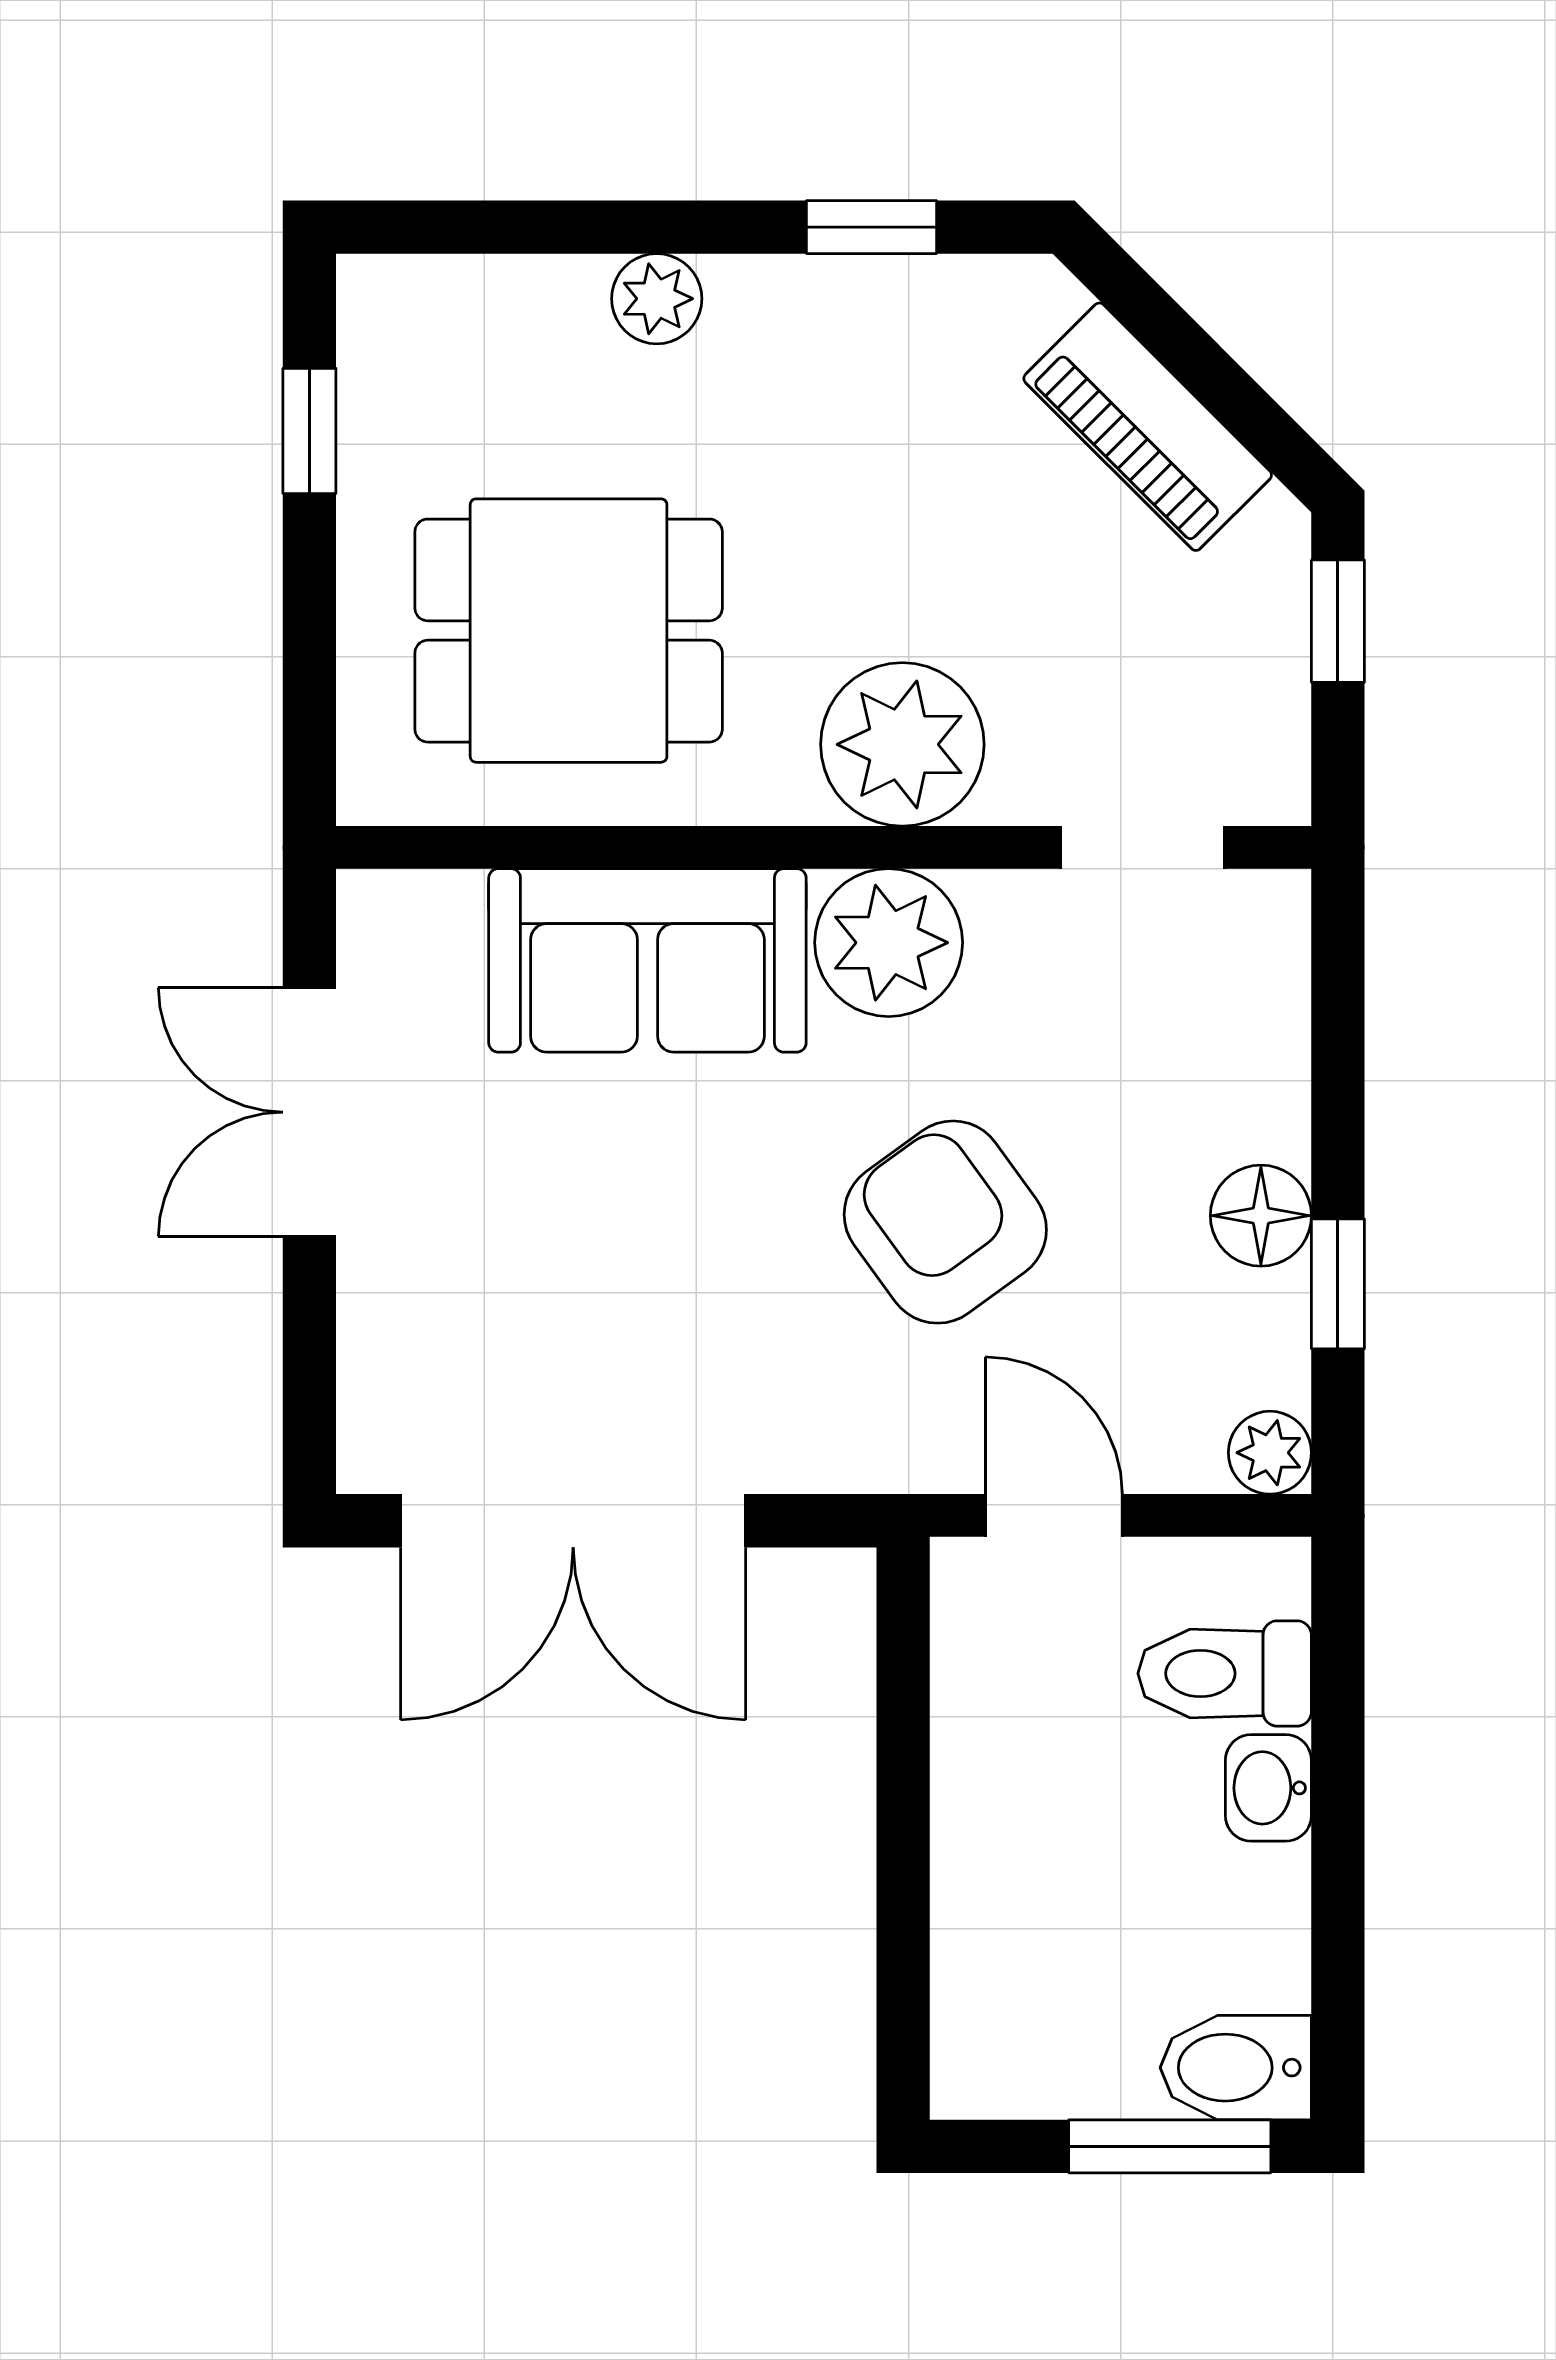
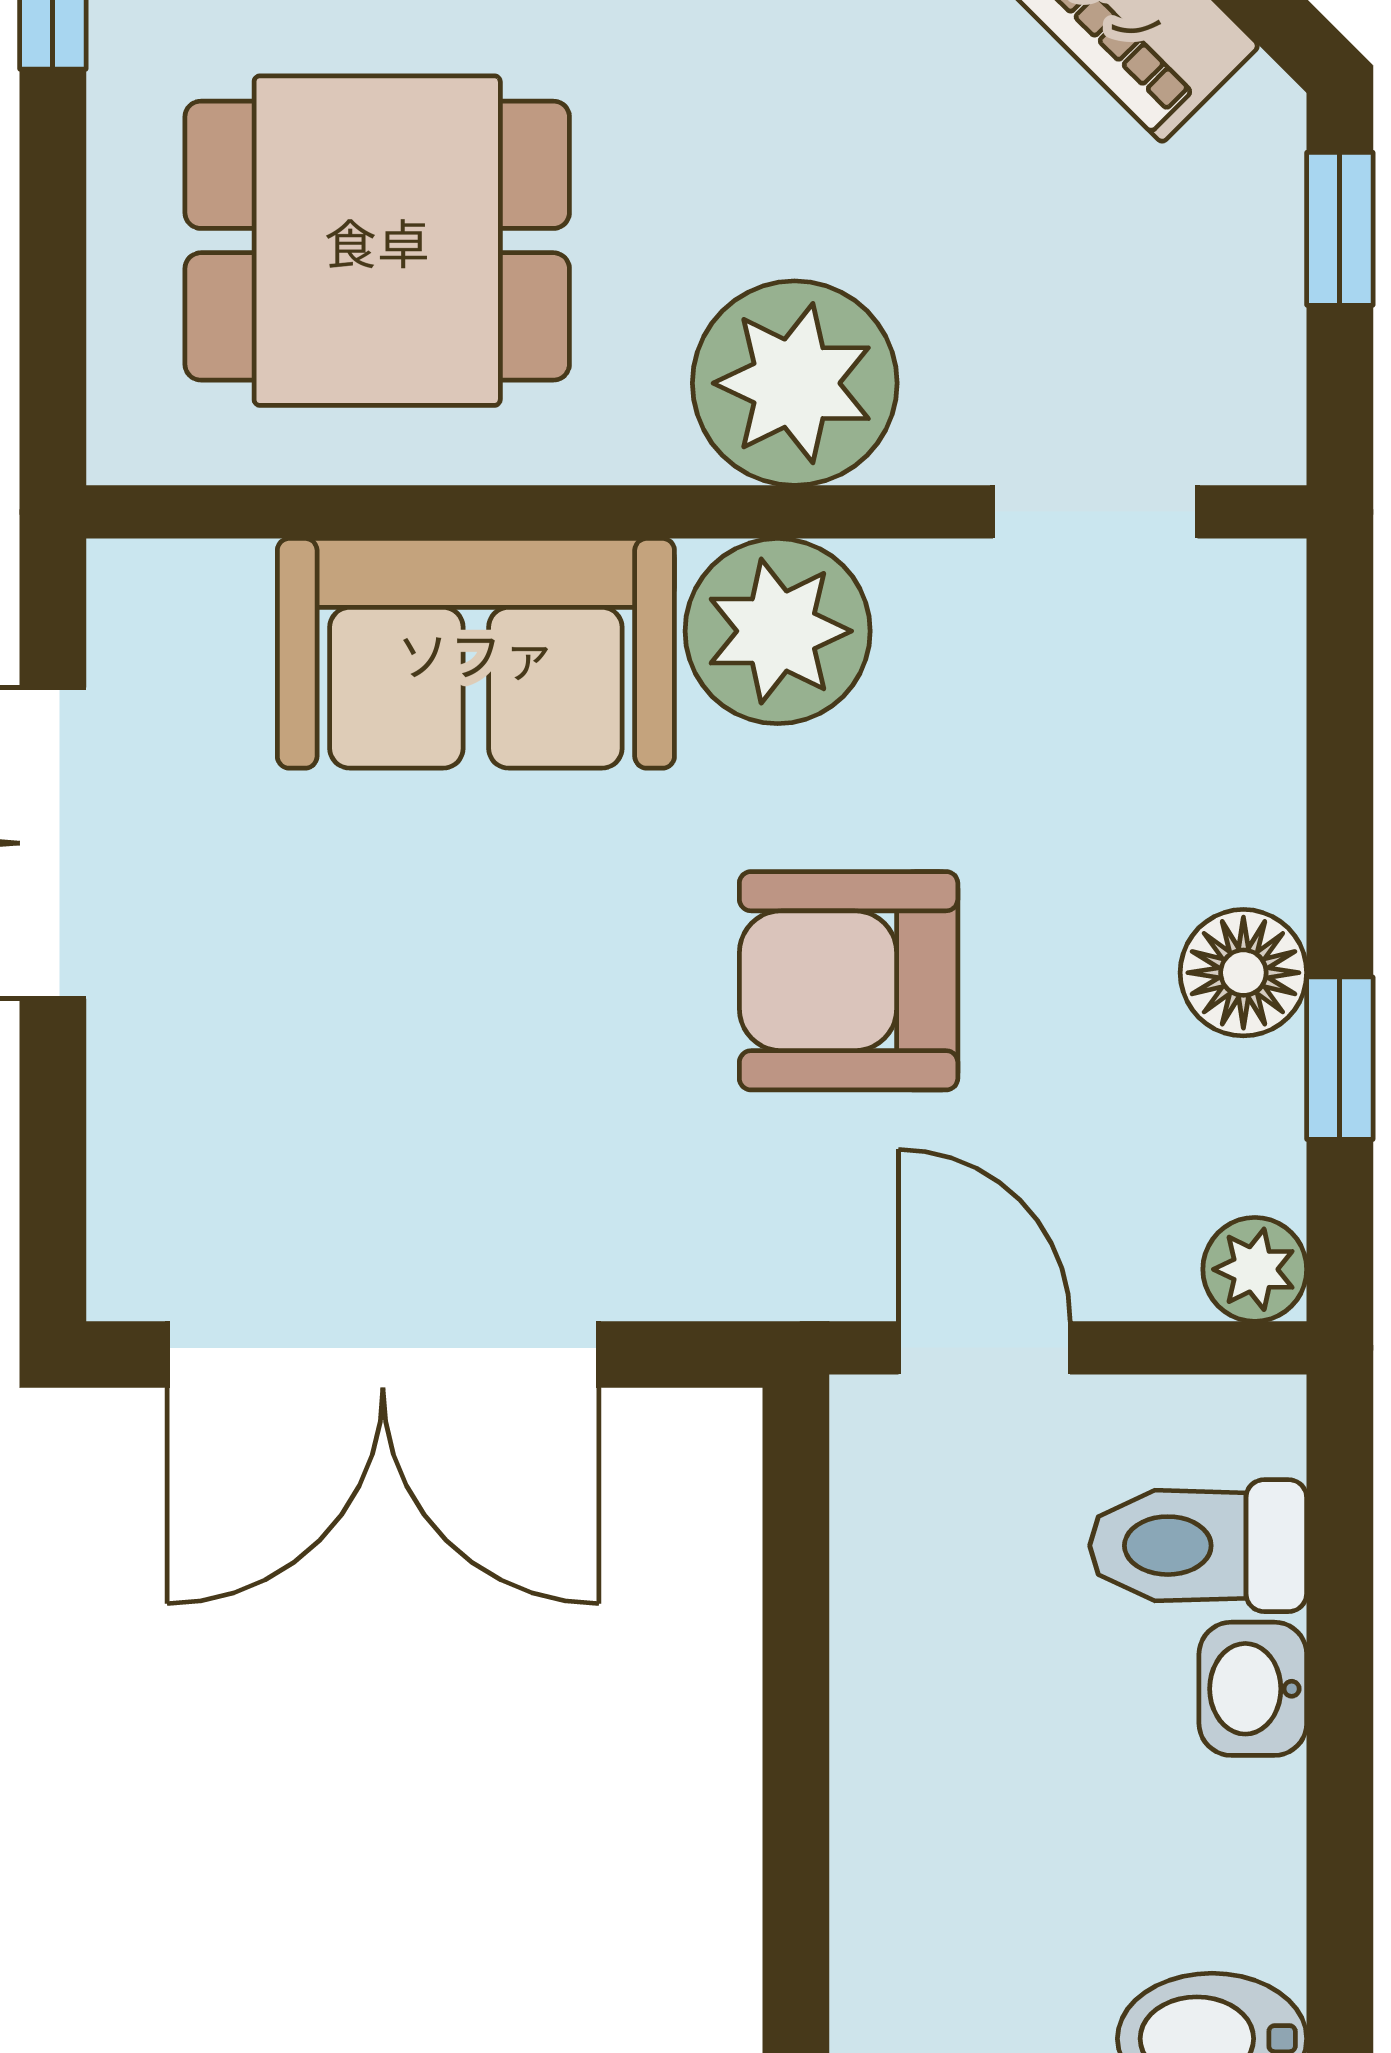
armchair: (945, 1222) -> (849, 981), turned -54

